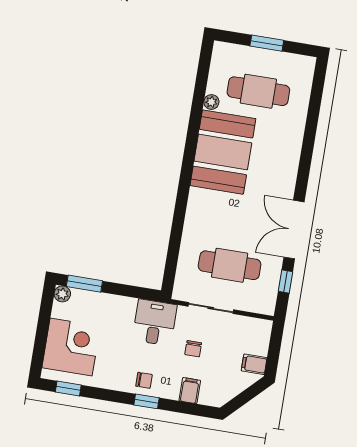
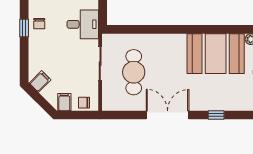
window: (285, 281) -> (216, 115), moved
chair: (193, 349) -> (84, 103), moved
filing cabinet: (190, 391) -> (40, 81), moved, turned -45

